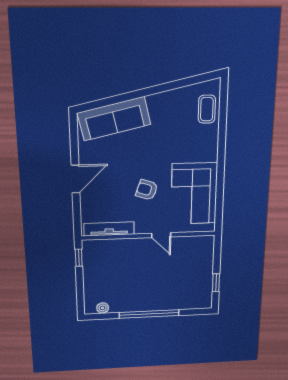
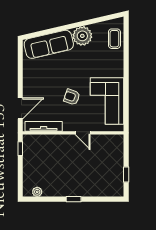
plant: (162, 106) -> (82, 36), added
door: (76, 179) -> (20, 108), moved
window: (149, 314) -> (74, 199), width x0.32

